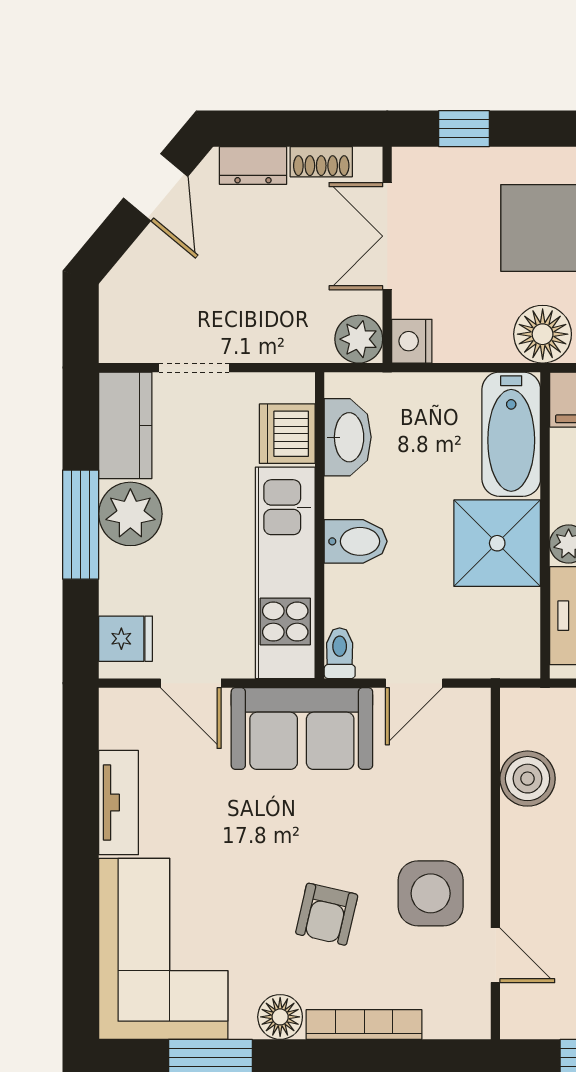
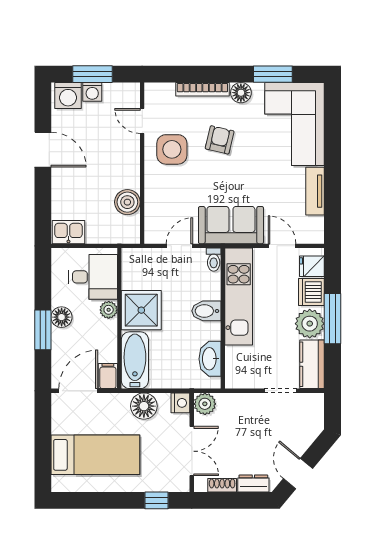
floor lamp: (543, 334) -> (144, 406), moved
dishwasher: (287, 434) -> (311, 292), moved, turned 180

